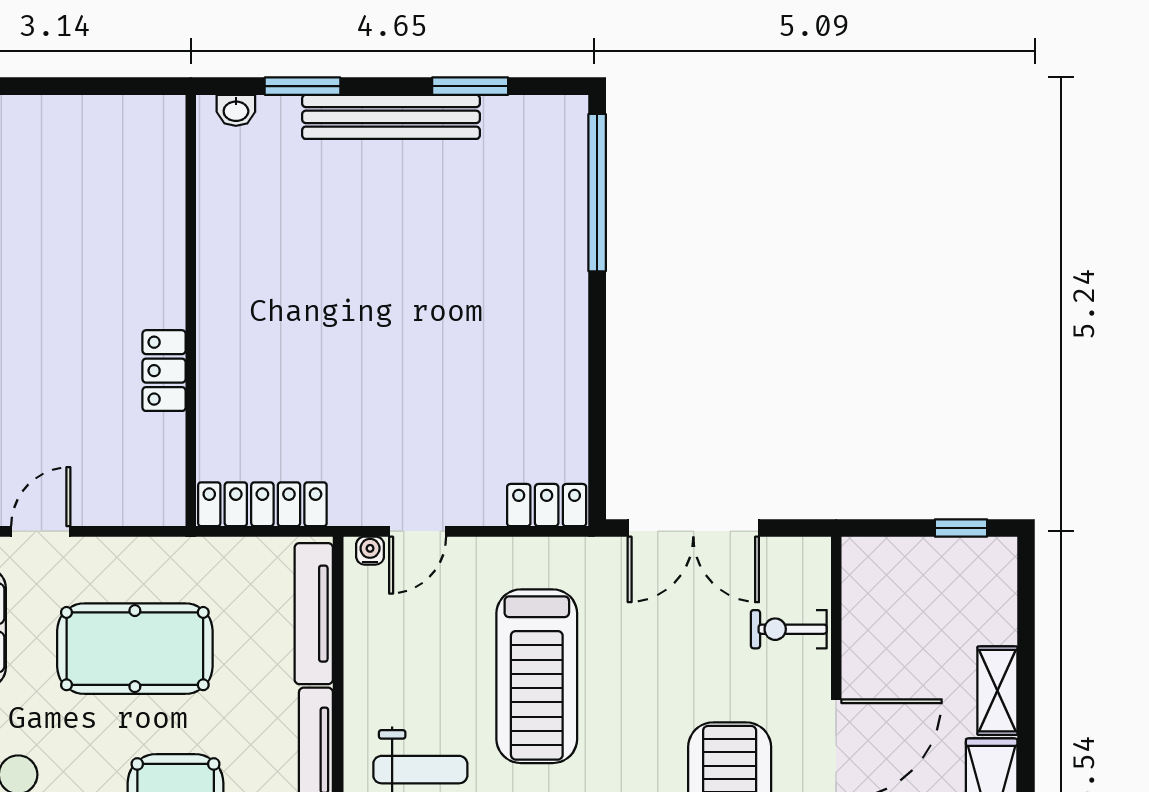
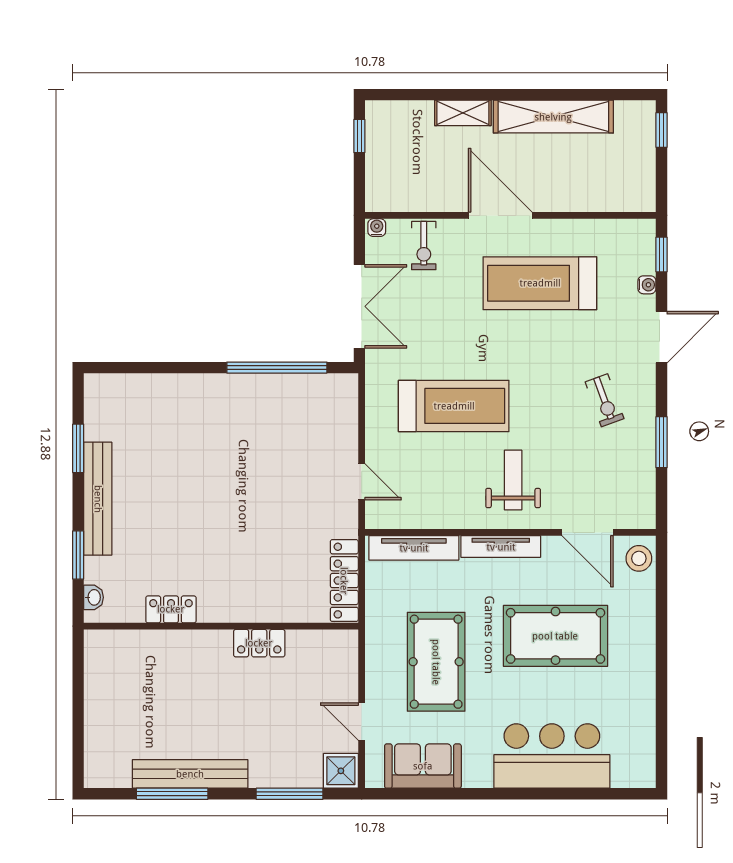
window: (597, 193) -> (277, 368), moved
locker: (547, 505) -> (171, 609), moved, turned 90
water cooler: (370, 551) -> (377, 228), moved, turned 90

